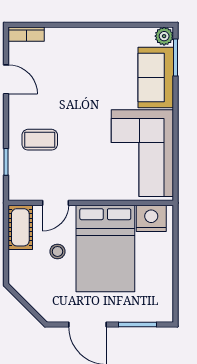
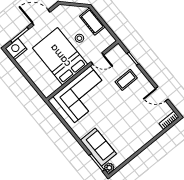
corner sofa: (142, 153) -> (82, 94), moved, turned 90
door: (56, 203) -> (97, 58), swing flipped
nightstand: (151, 218) -> (16, 49), moved, turned 180
cot: (20, 227) -> (92, 21), moved

